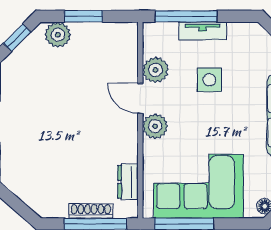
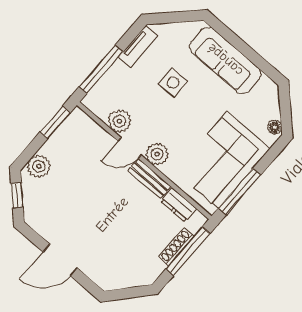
window: (83, 16) -> (55, 122), moved
tv unit: (203, 31) -> (138, 46), moved
side table: (209, 80) -> (173, 83), moved
bench: (129, 138) -> (149, 179), added

